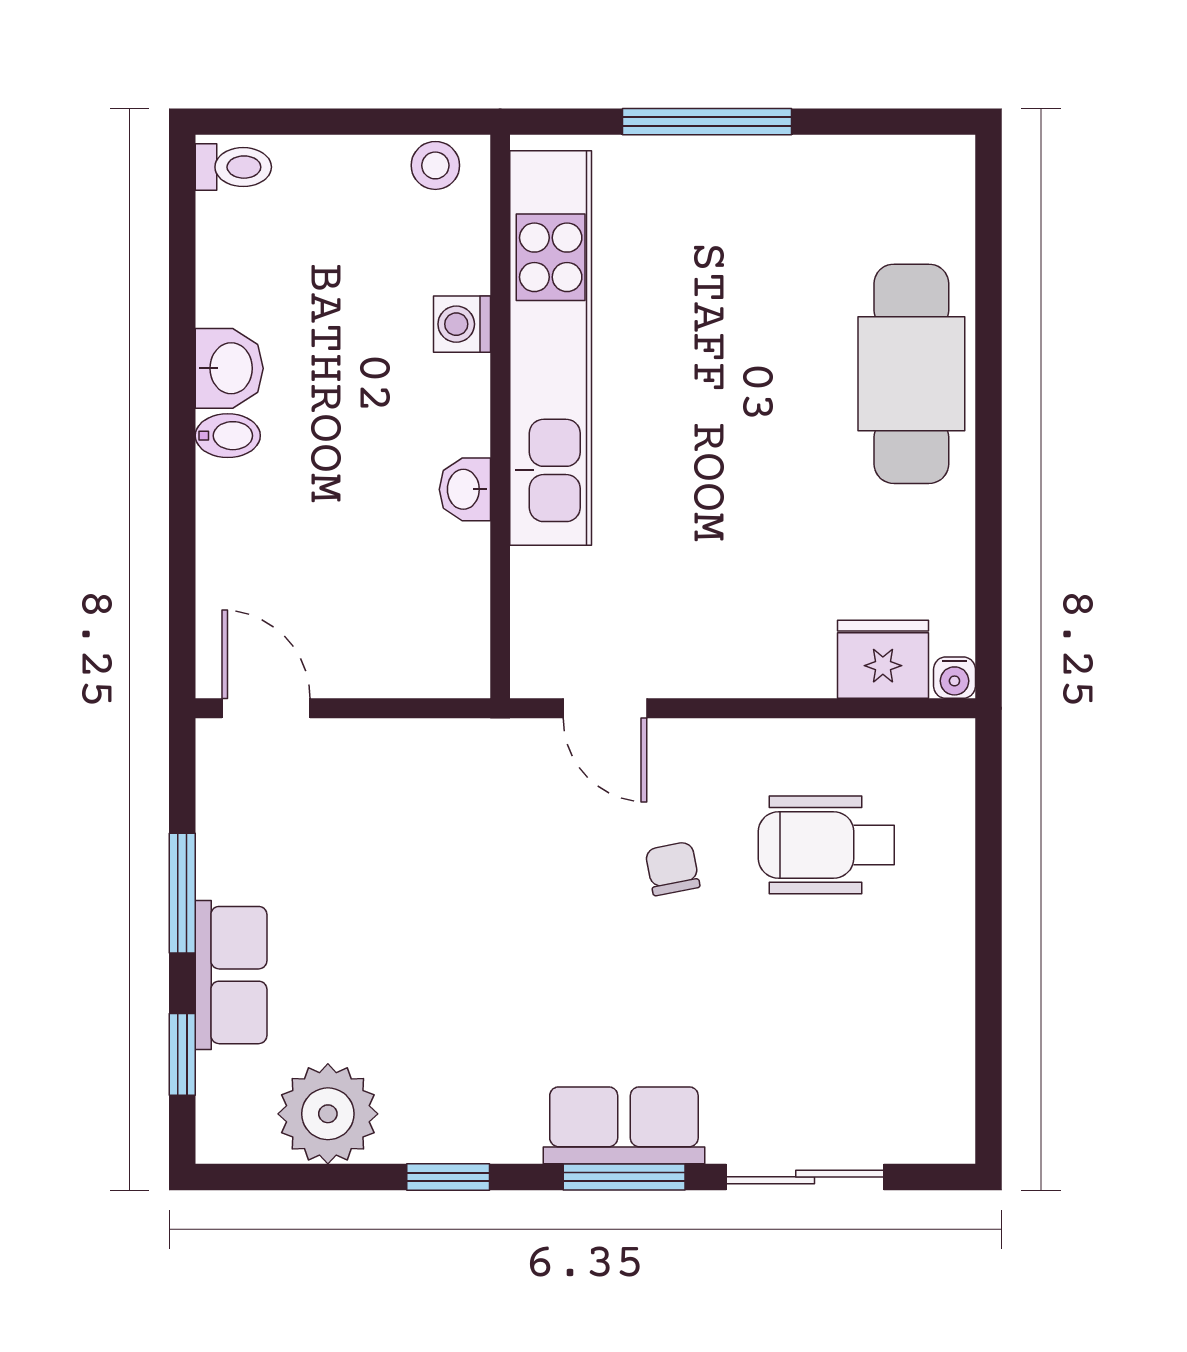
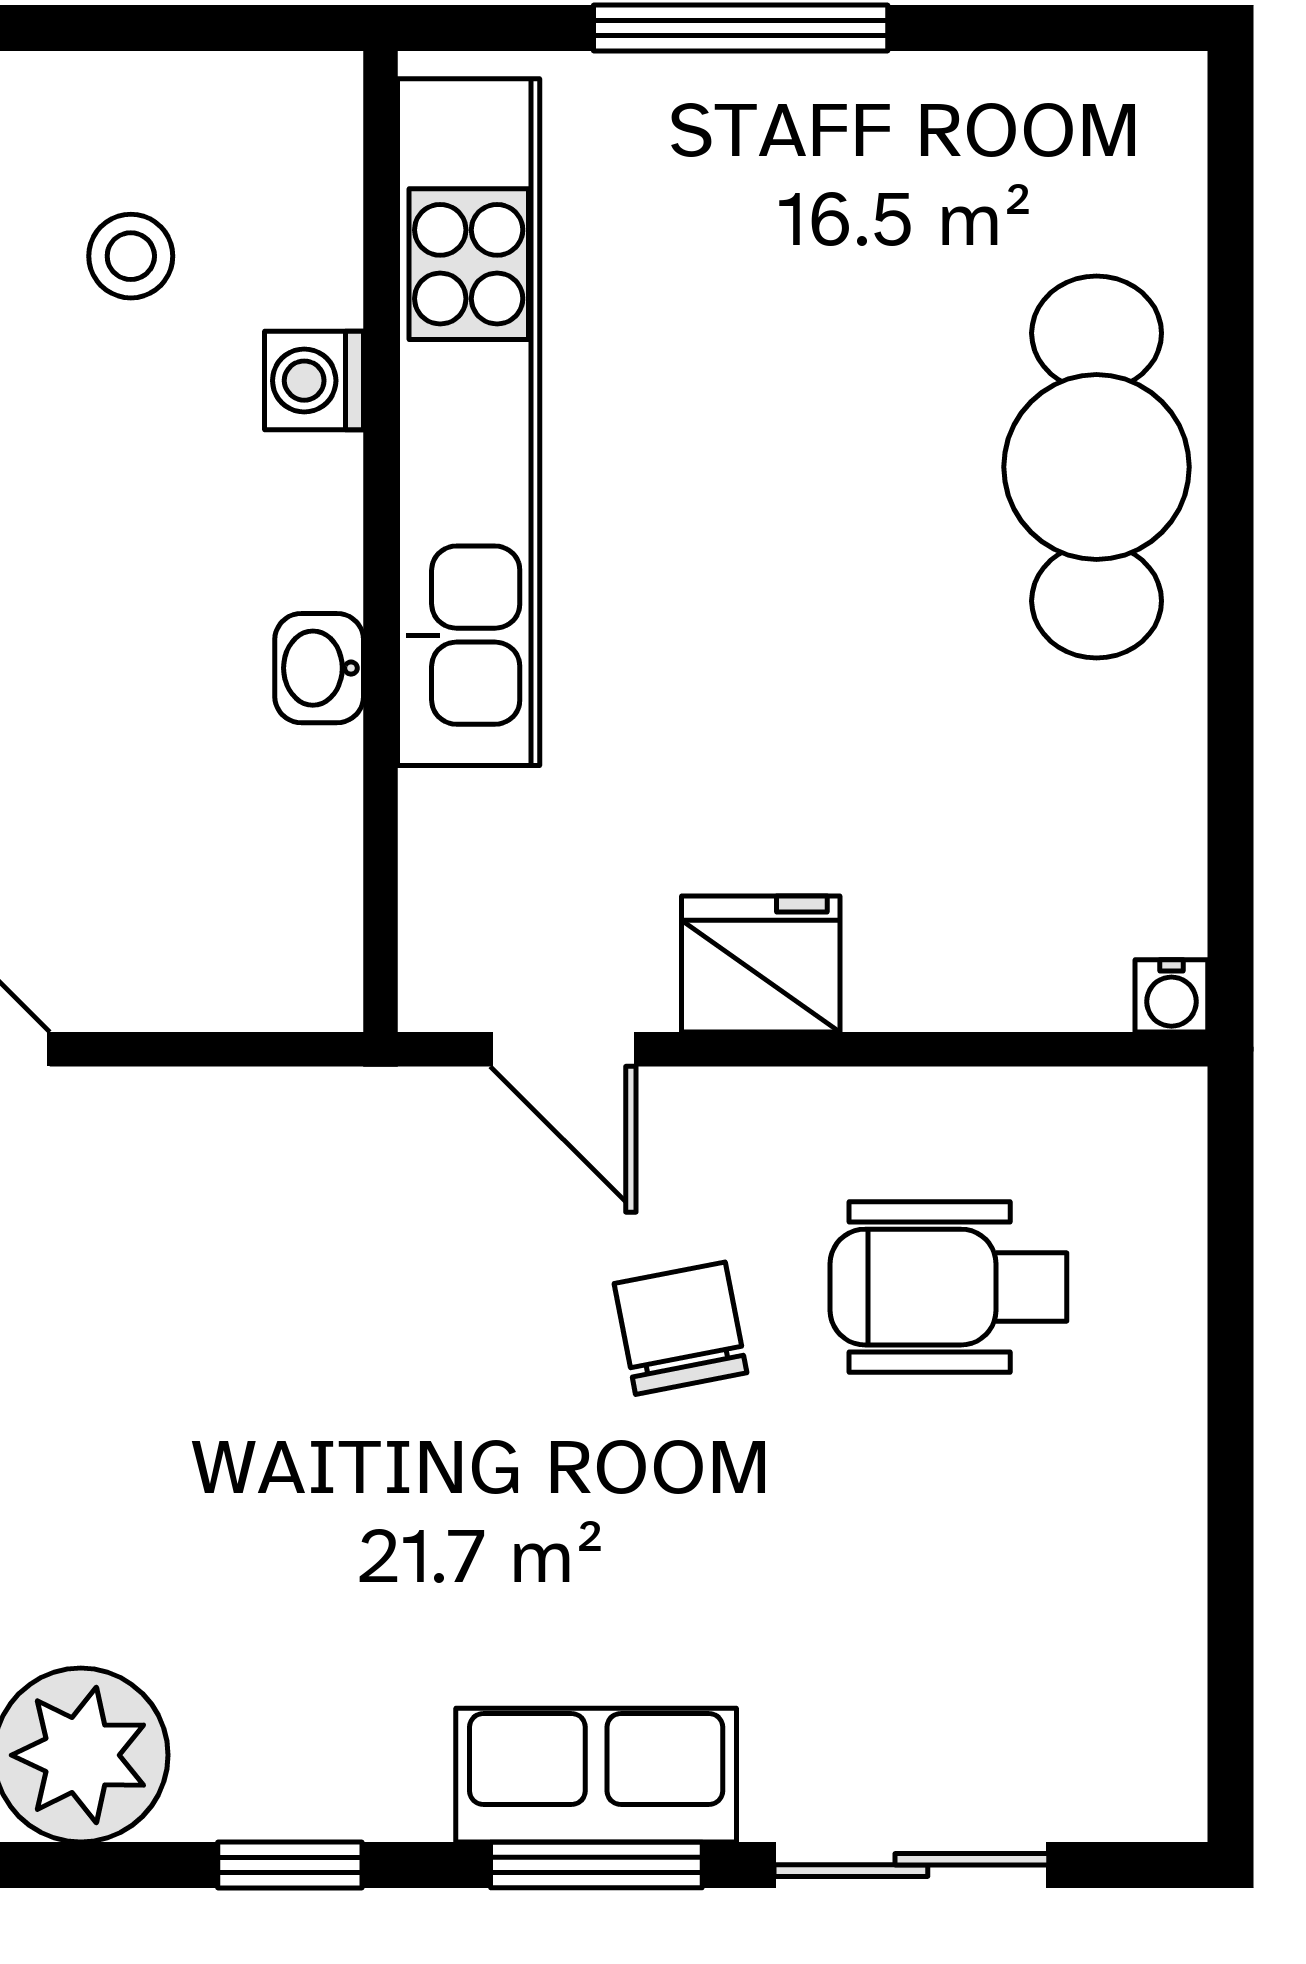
stool: (435, 165) -> (131, 256), moved
fridge: (883, 659) -> (761, 964), moved
chair: (672, 869) -> (680, 1328), width x1.37, depth x1.37

